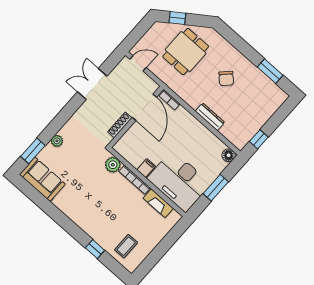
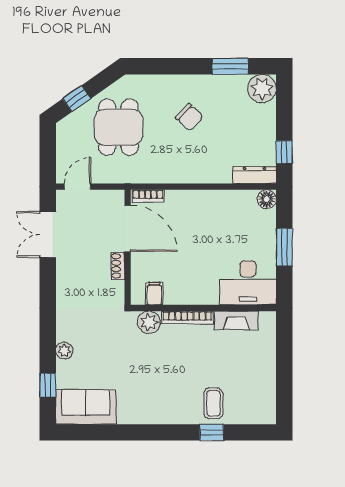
double door: (92, 84) -> (48, 235), moved
plant: (276, 97) -> (262, 89), added
dresser: (210, 117) -> (254, 175), moved
shoe rack: (120, 125) -> (118, 266), width x0.70
window: (33, 151) -> (48, 385), width x0.67
filing cabinet: (146, 168) -> (154, 294), moved
desk: (179, 181) -> (248, 283), width x0.73, depth x0.77
coffee table: (126, 246) -> (213, 403), moved

